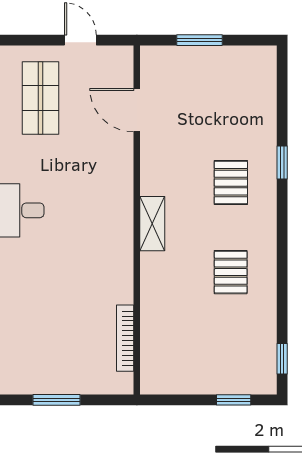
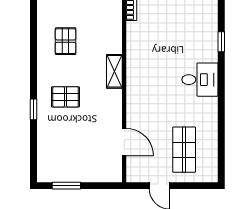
window: (199, 40) -> (66, 186), moved
pallet: (231, 183) -> (65, 97), turned 90

